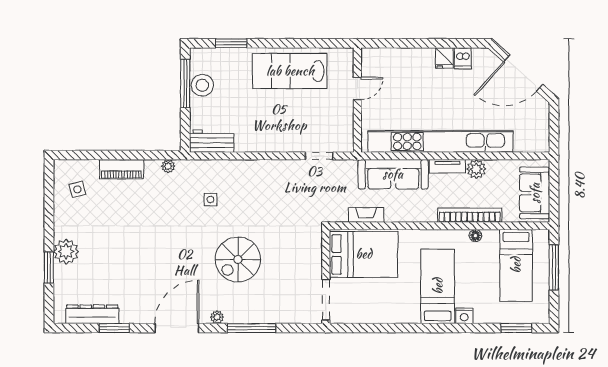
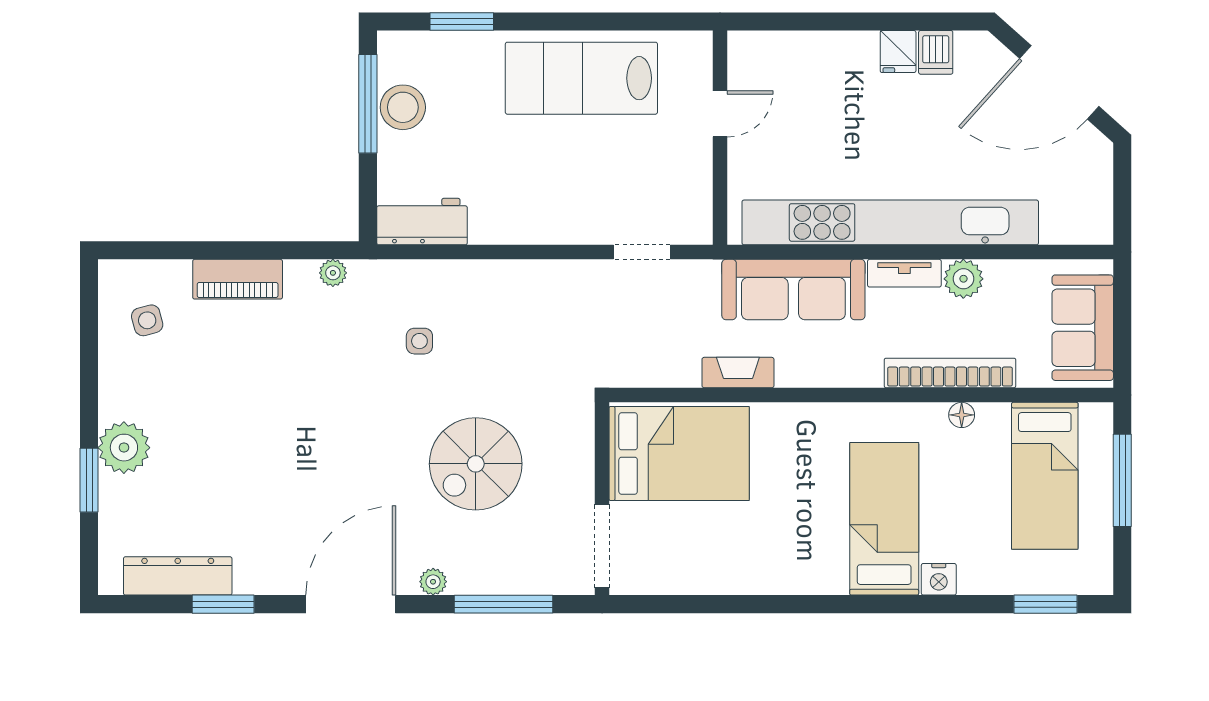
bed: (364, 254) -> (679, 453), moved
wall: (326, 277) -> (602, 499), moved
doorway: (326, 300) -> (602, 546), moved

